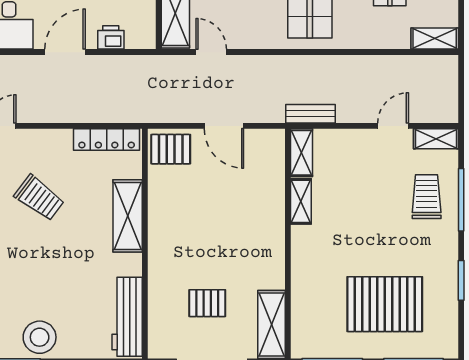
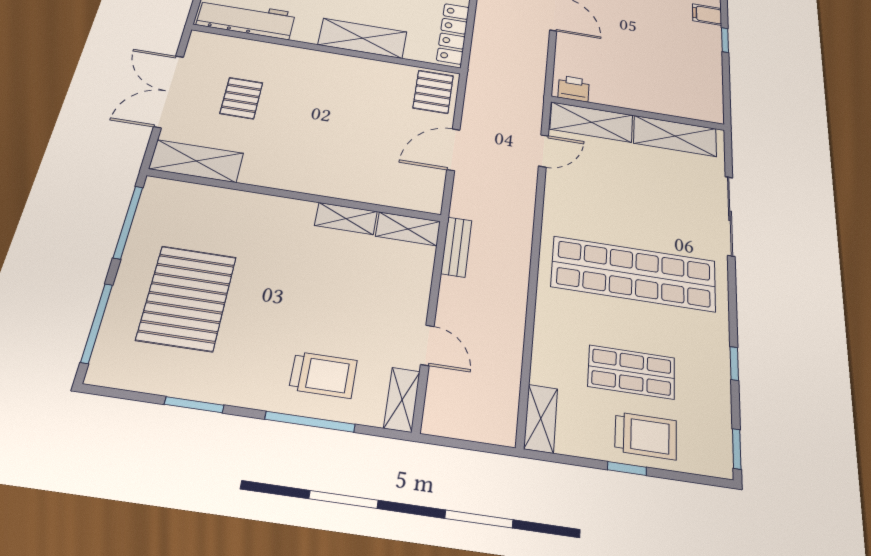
printer: (111, 37) -> (574, 89), moved, turned -90

